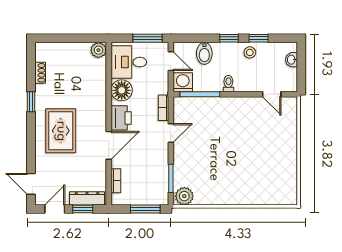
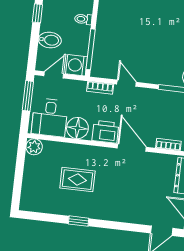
shoe rack: (40, 73) -> (50, 209), removed
rug: (61, 131) -> (77, 180), moved, width x0.73, depth x0.70

